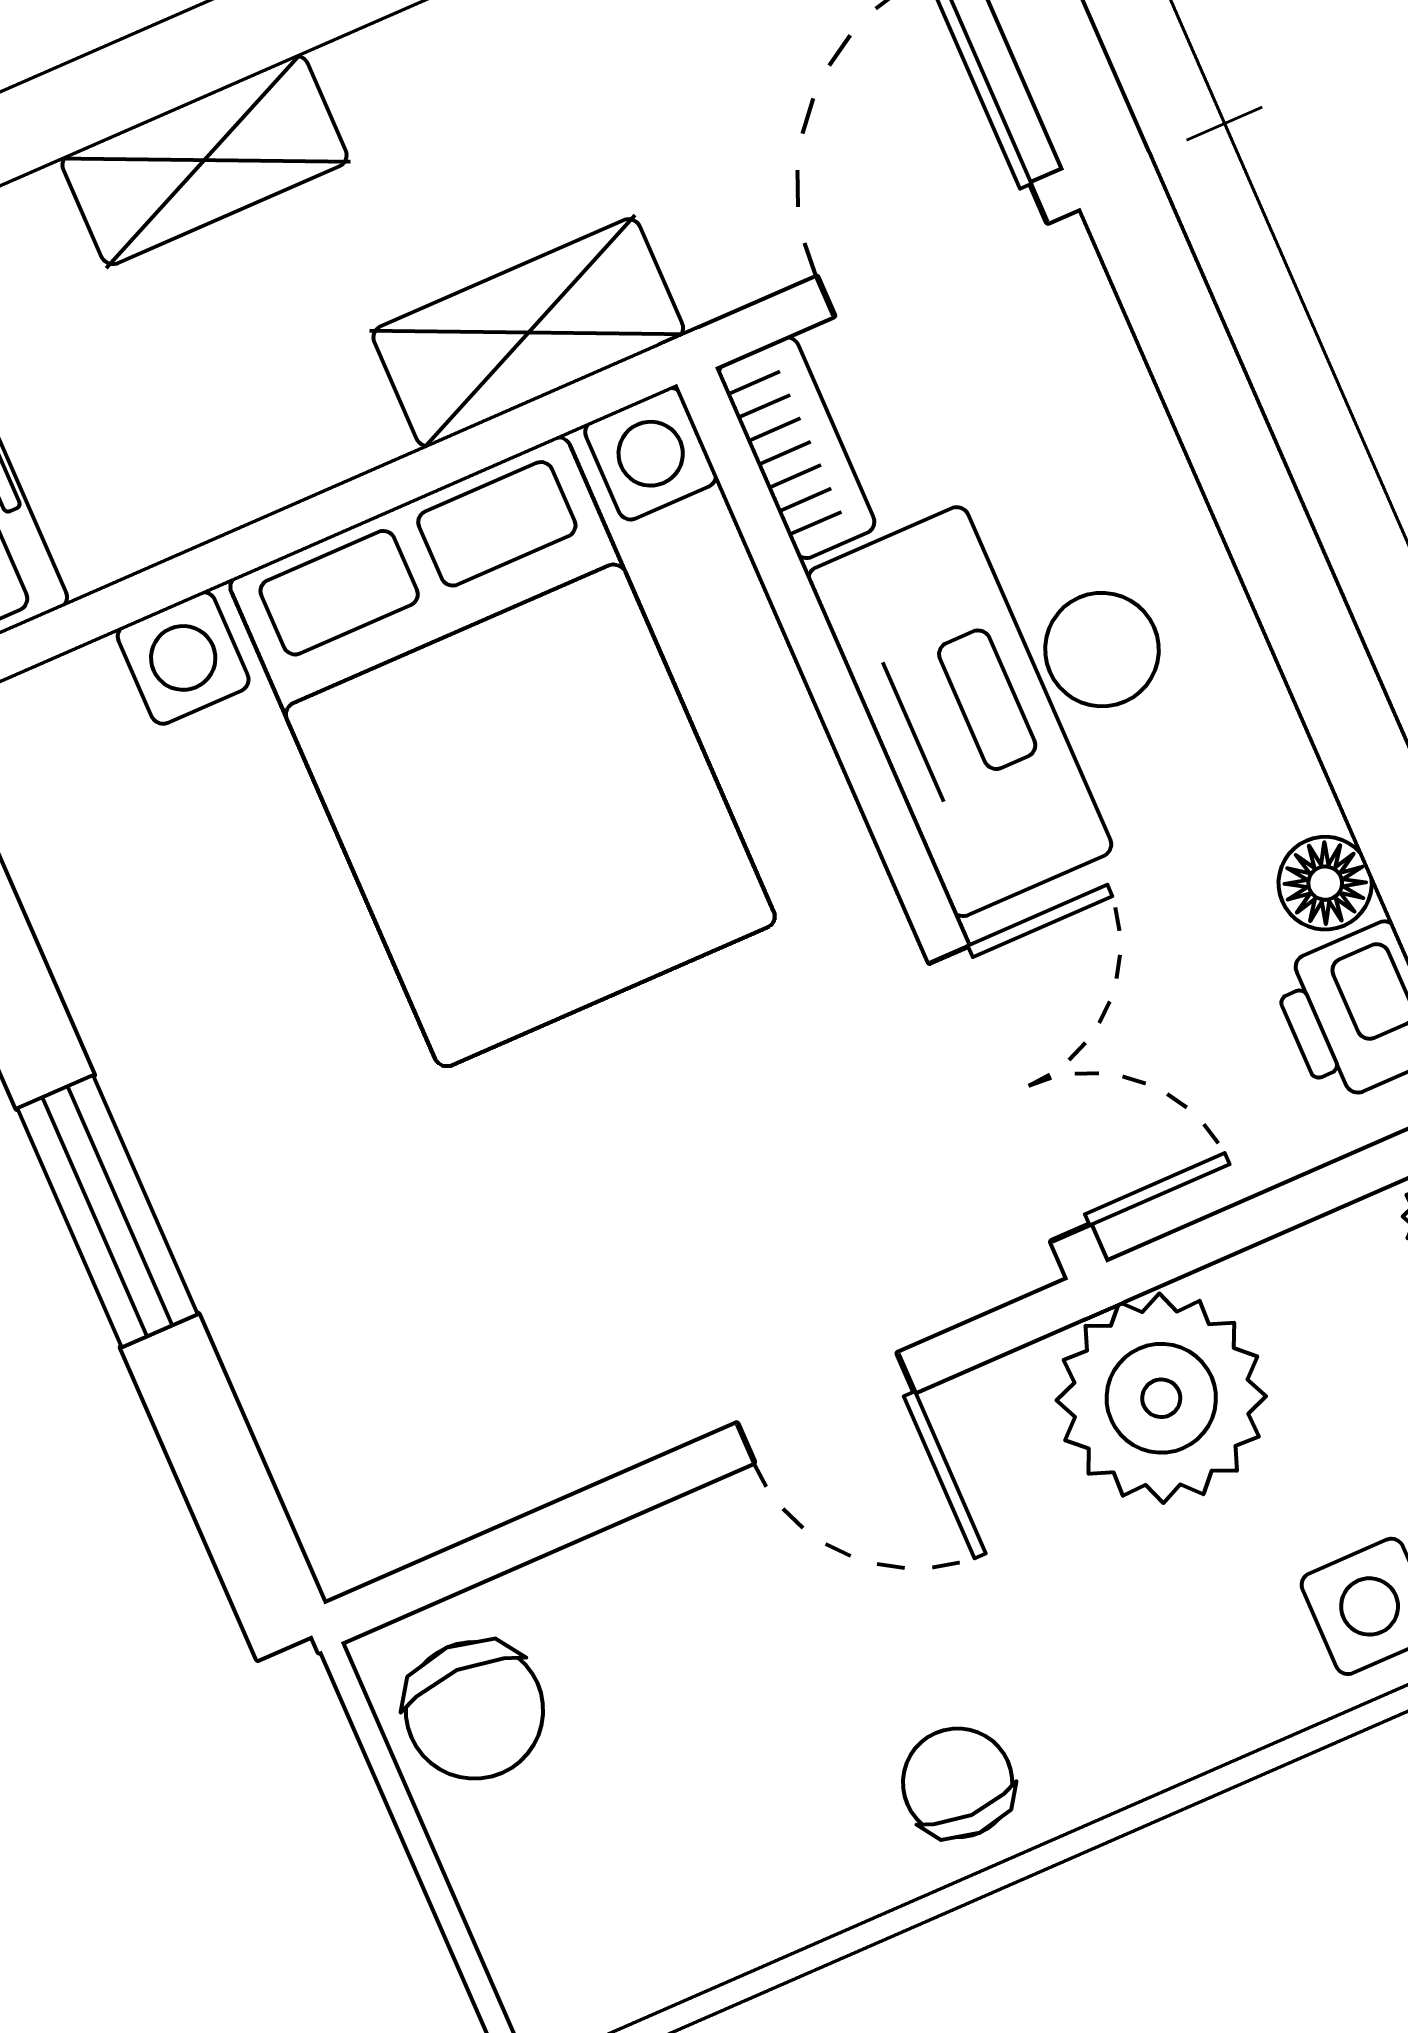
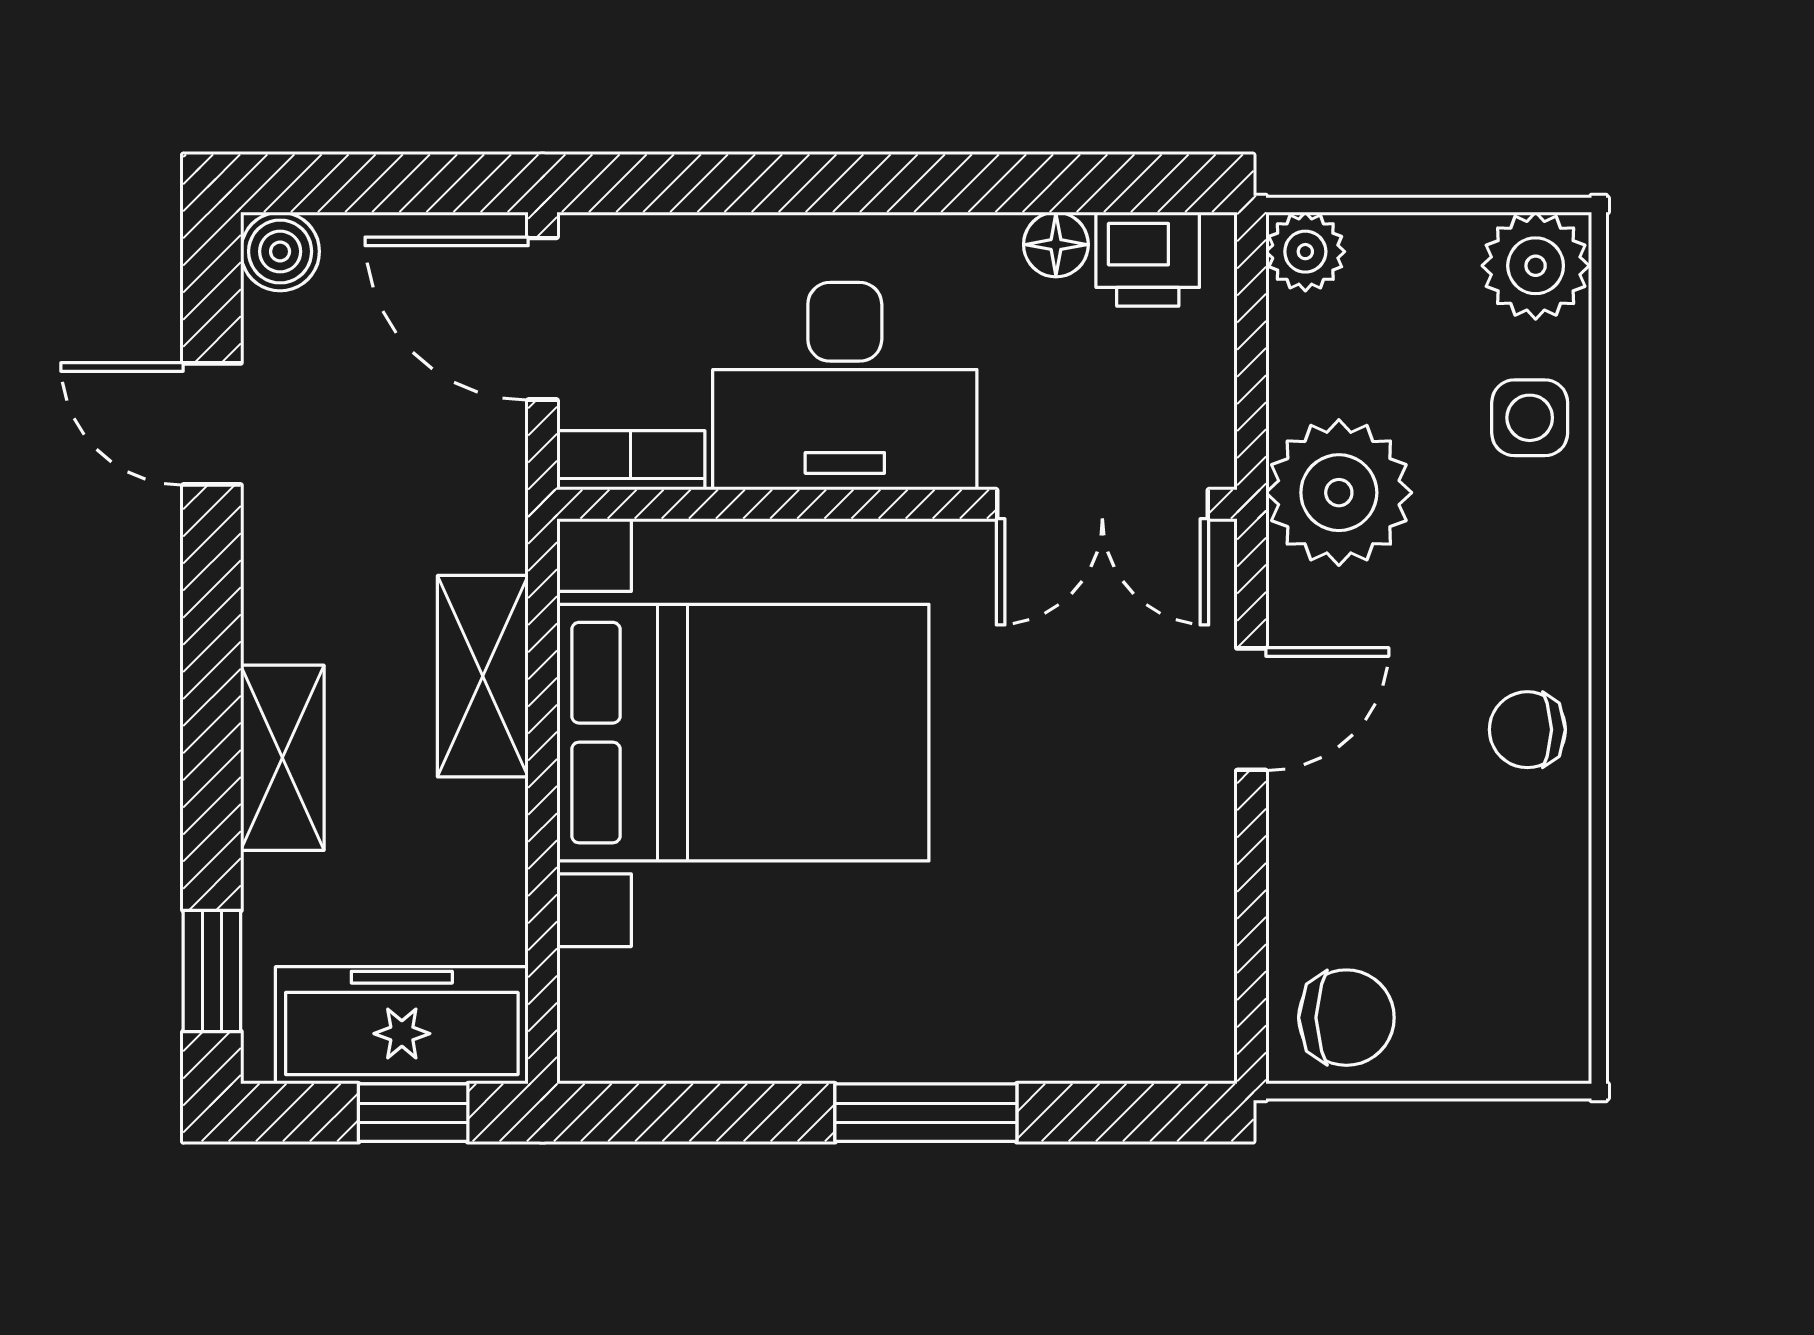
shelving: (528, 333) -> (483, 676), moved
double door: (1010, 1094) -> (1102, 504), swing flipped

